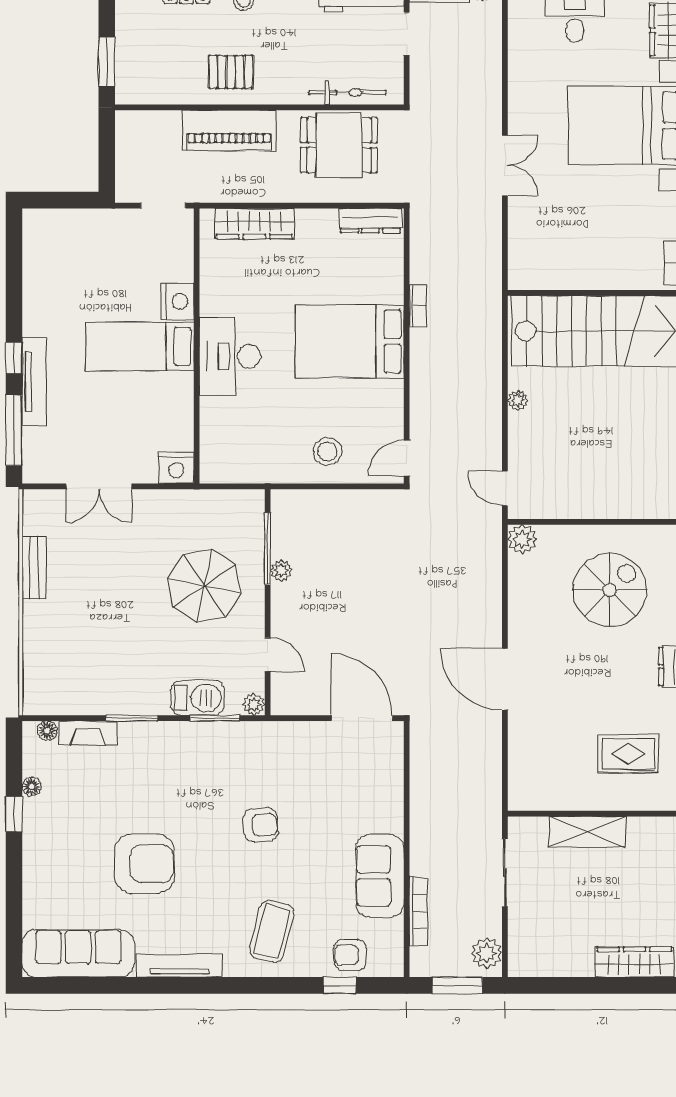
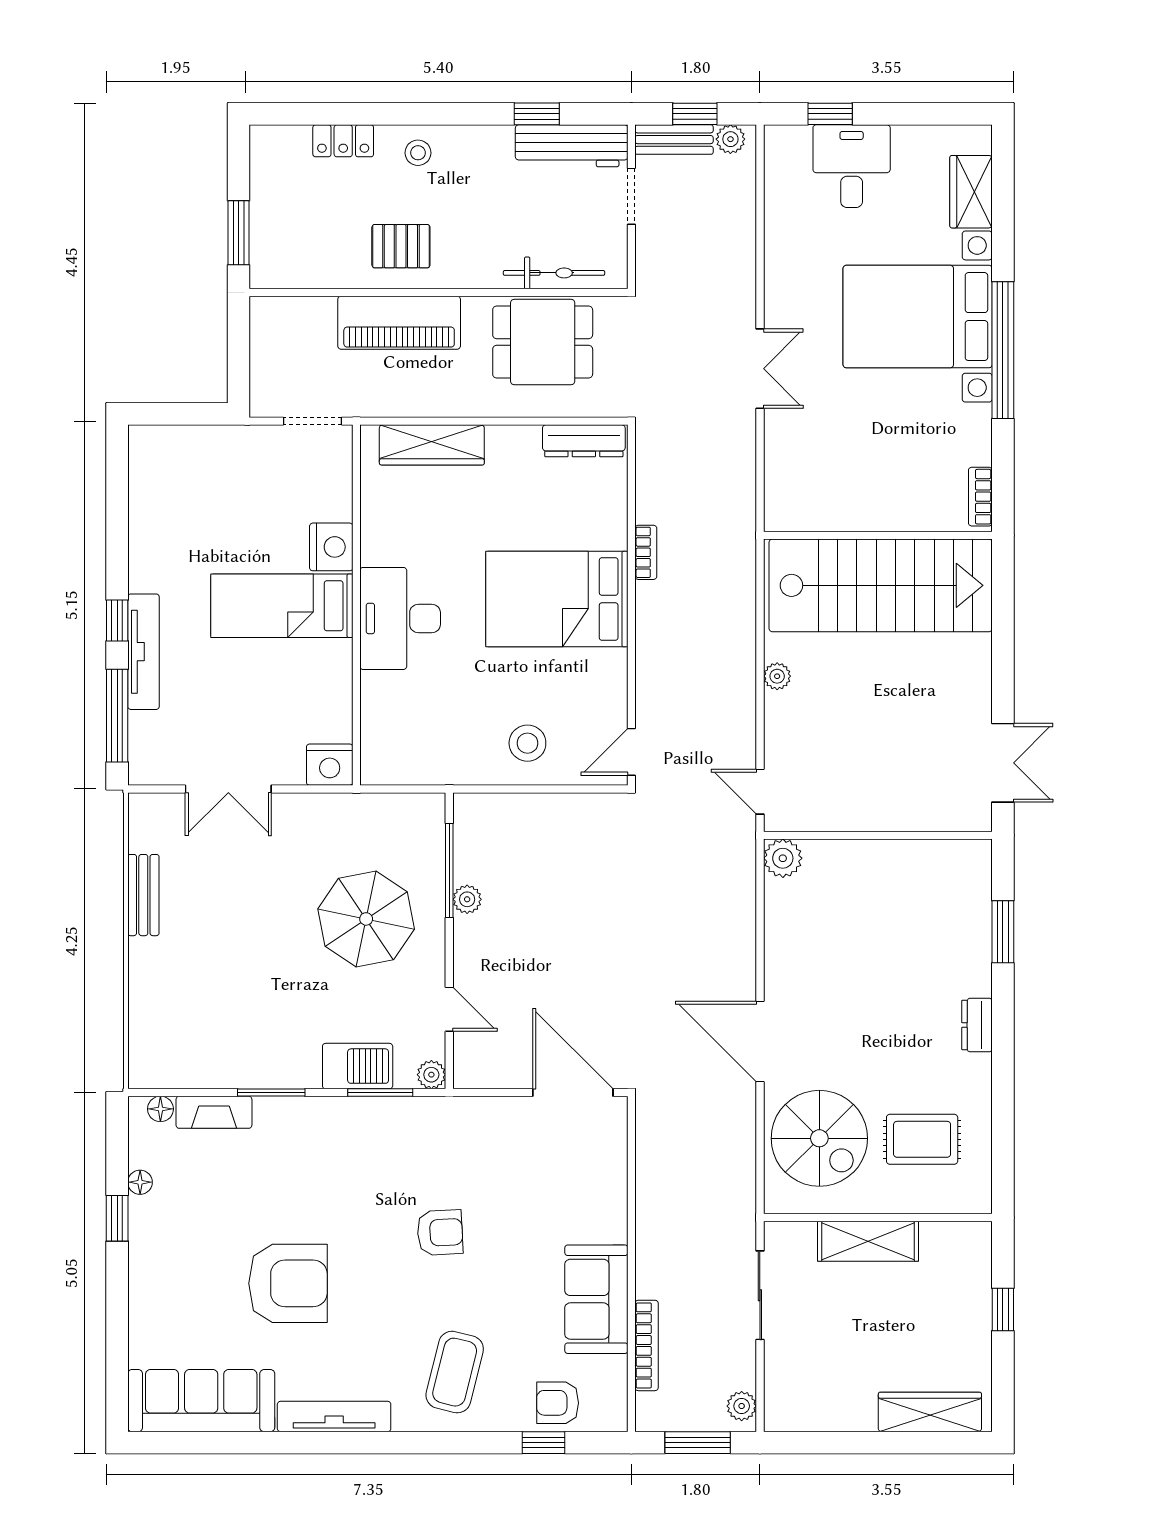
spiral stairs: (610, 590) -> (819, 1138), moved, turned 90
plant: (487, 953) -> (742, 1406), width x0.73, depth x0.73

